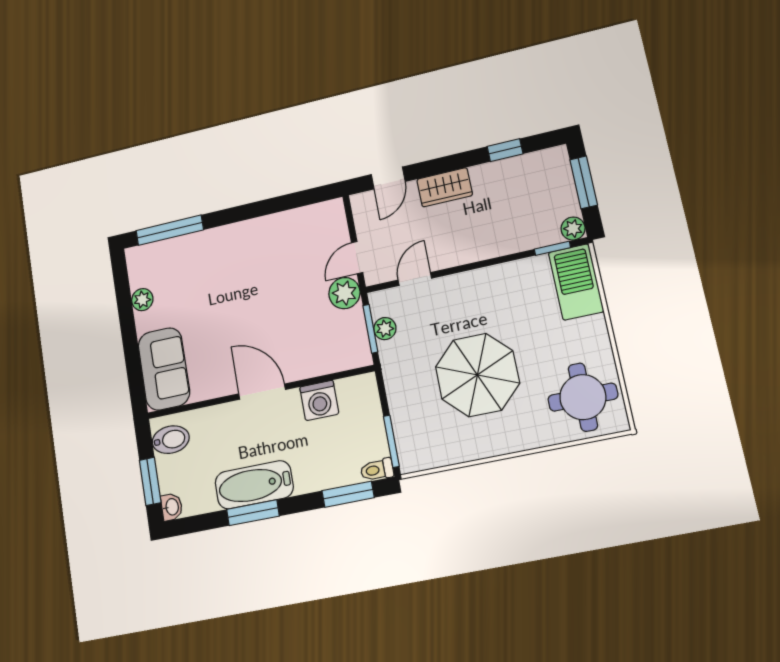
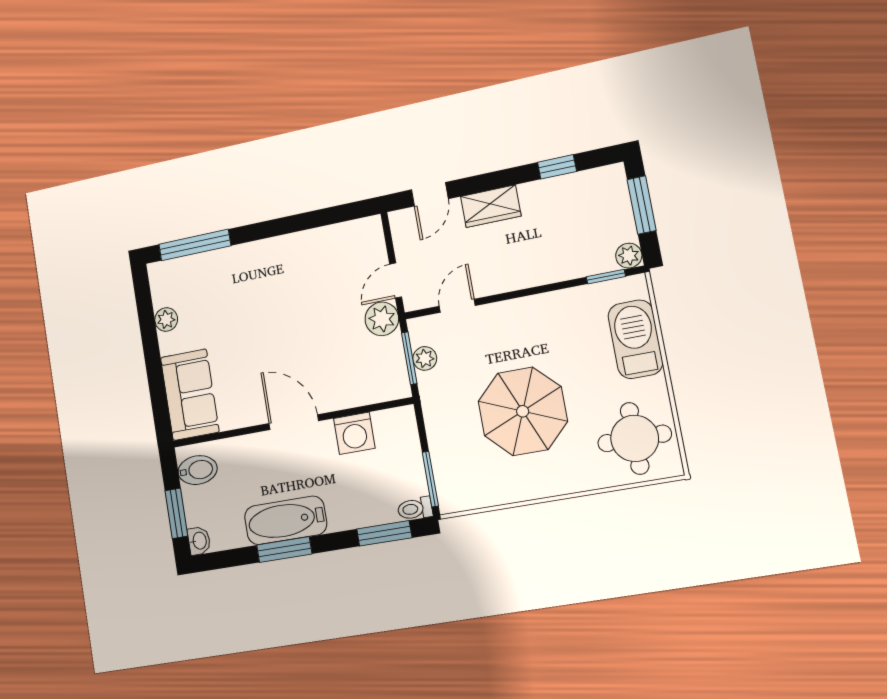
barbecue: (576, 282) -> (635, 339), moved

